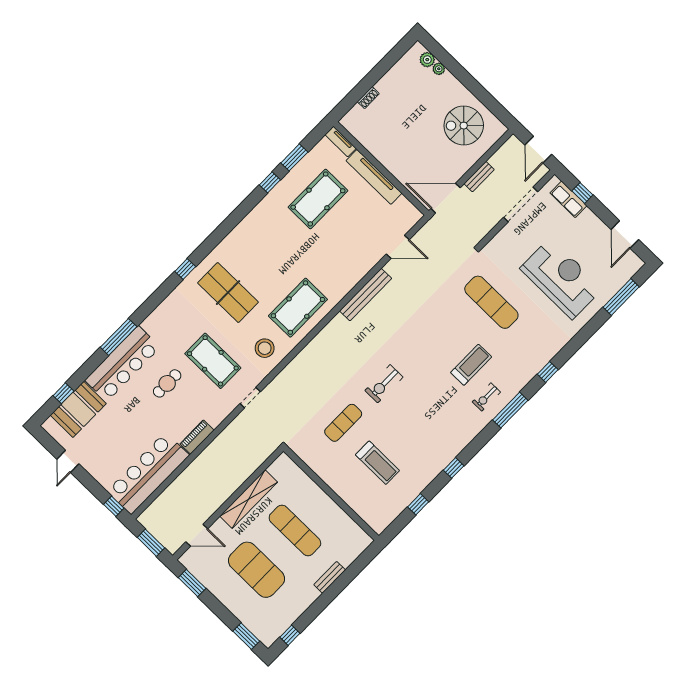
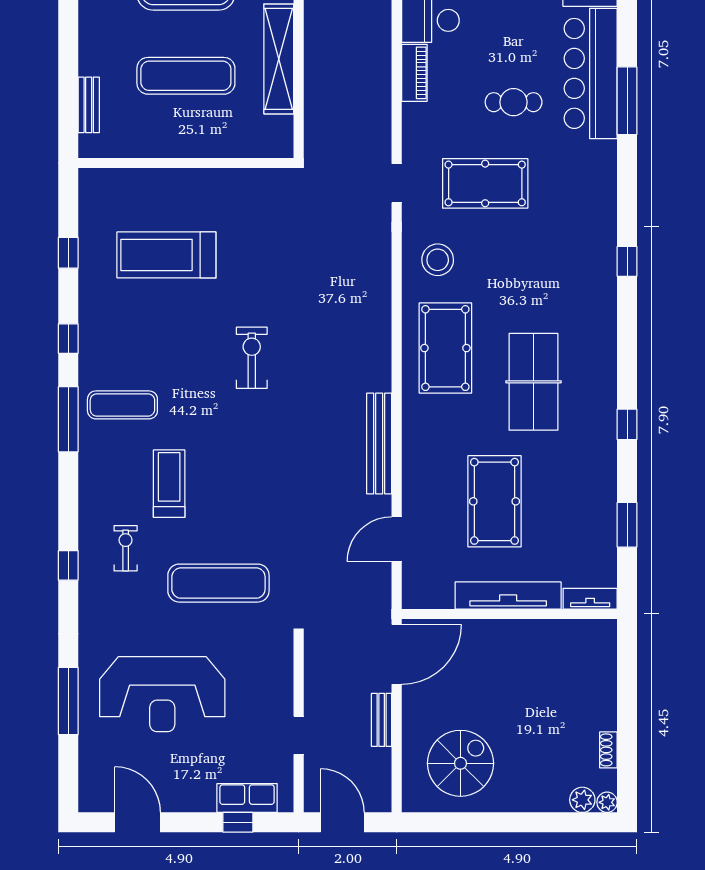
plant: (439, 69) -> (607, 802), moved
shoe rack: (368, 98) -> (608, 750), moved
window: (270, 182) -> (627, 424), moved
pool table: (318, 199) -> (494, 501), moved
doorway: (521, 205) -> (299, 735), width x0.53
table tennis table: (228, 293) -> (533, 382), moved, turned 90
window: (621, 297) -> (68, 701), moved
treadmill: (471, 365) -> (169, 484), turned 180
cafe table: (167, 383) -> (514, 102), turned 90
exercise bike: (486, 397) -> (126, 548), moved
window: (510, 410) -> (68, 419), moved
exercise mat: (343, 423) -> (122, 405), moved, turned 90
treadmill: (377, 463) -> (166, 255), width x1.37, depth x1.38
bench: (330, 577) -> (89, 105), moved

